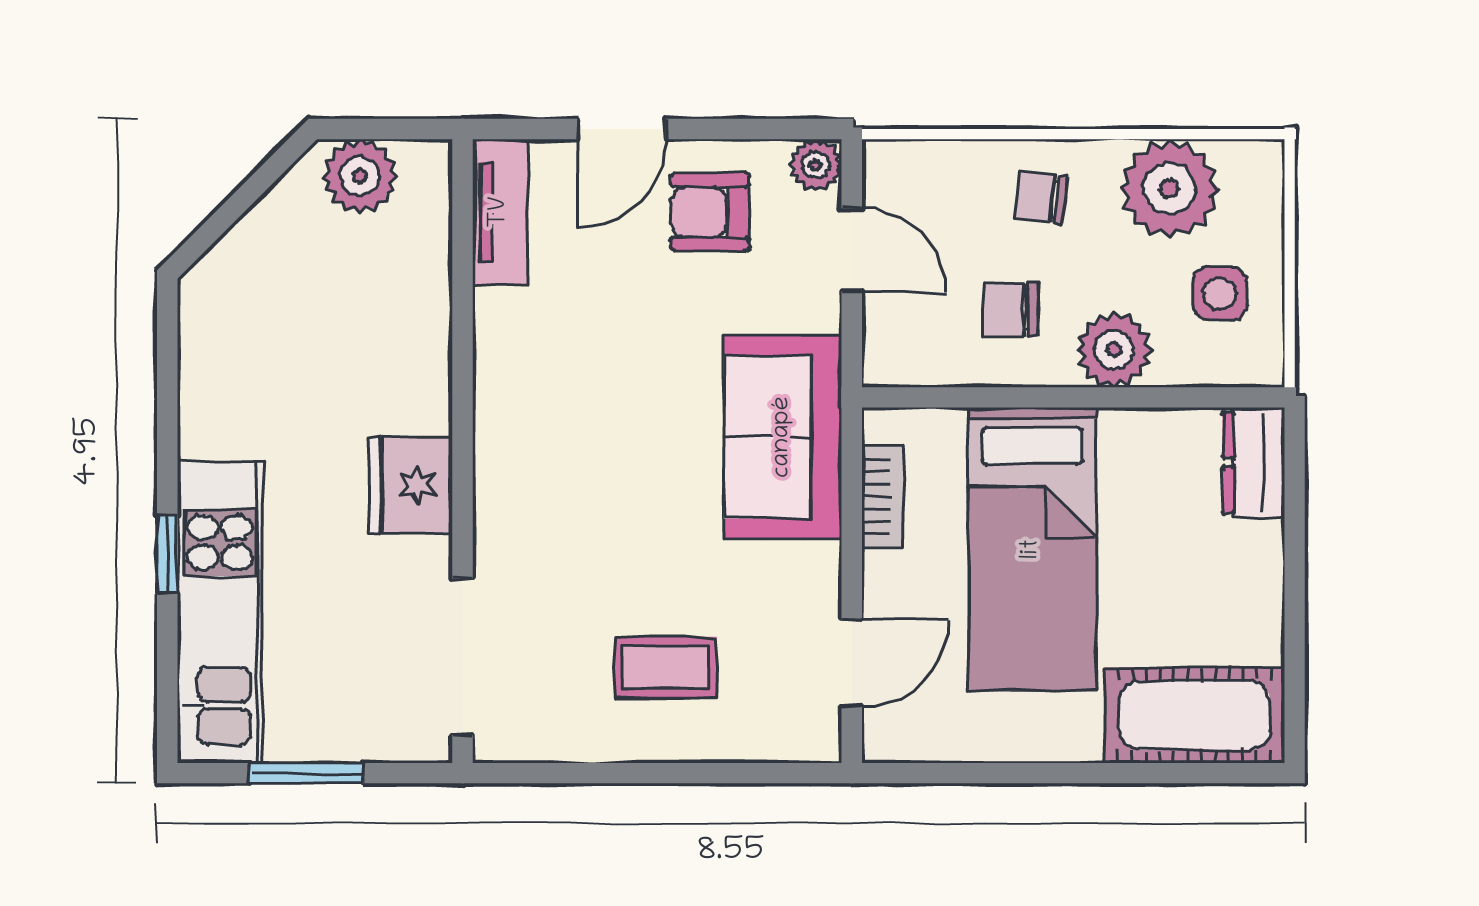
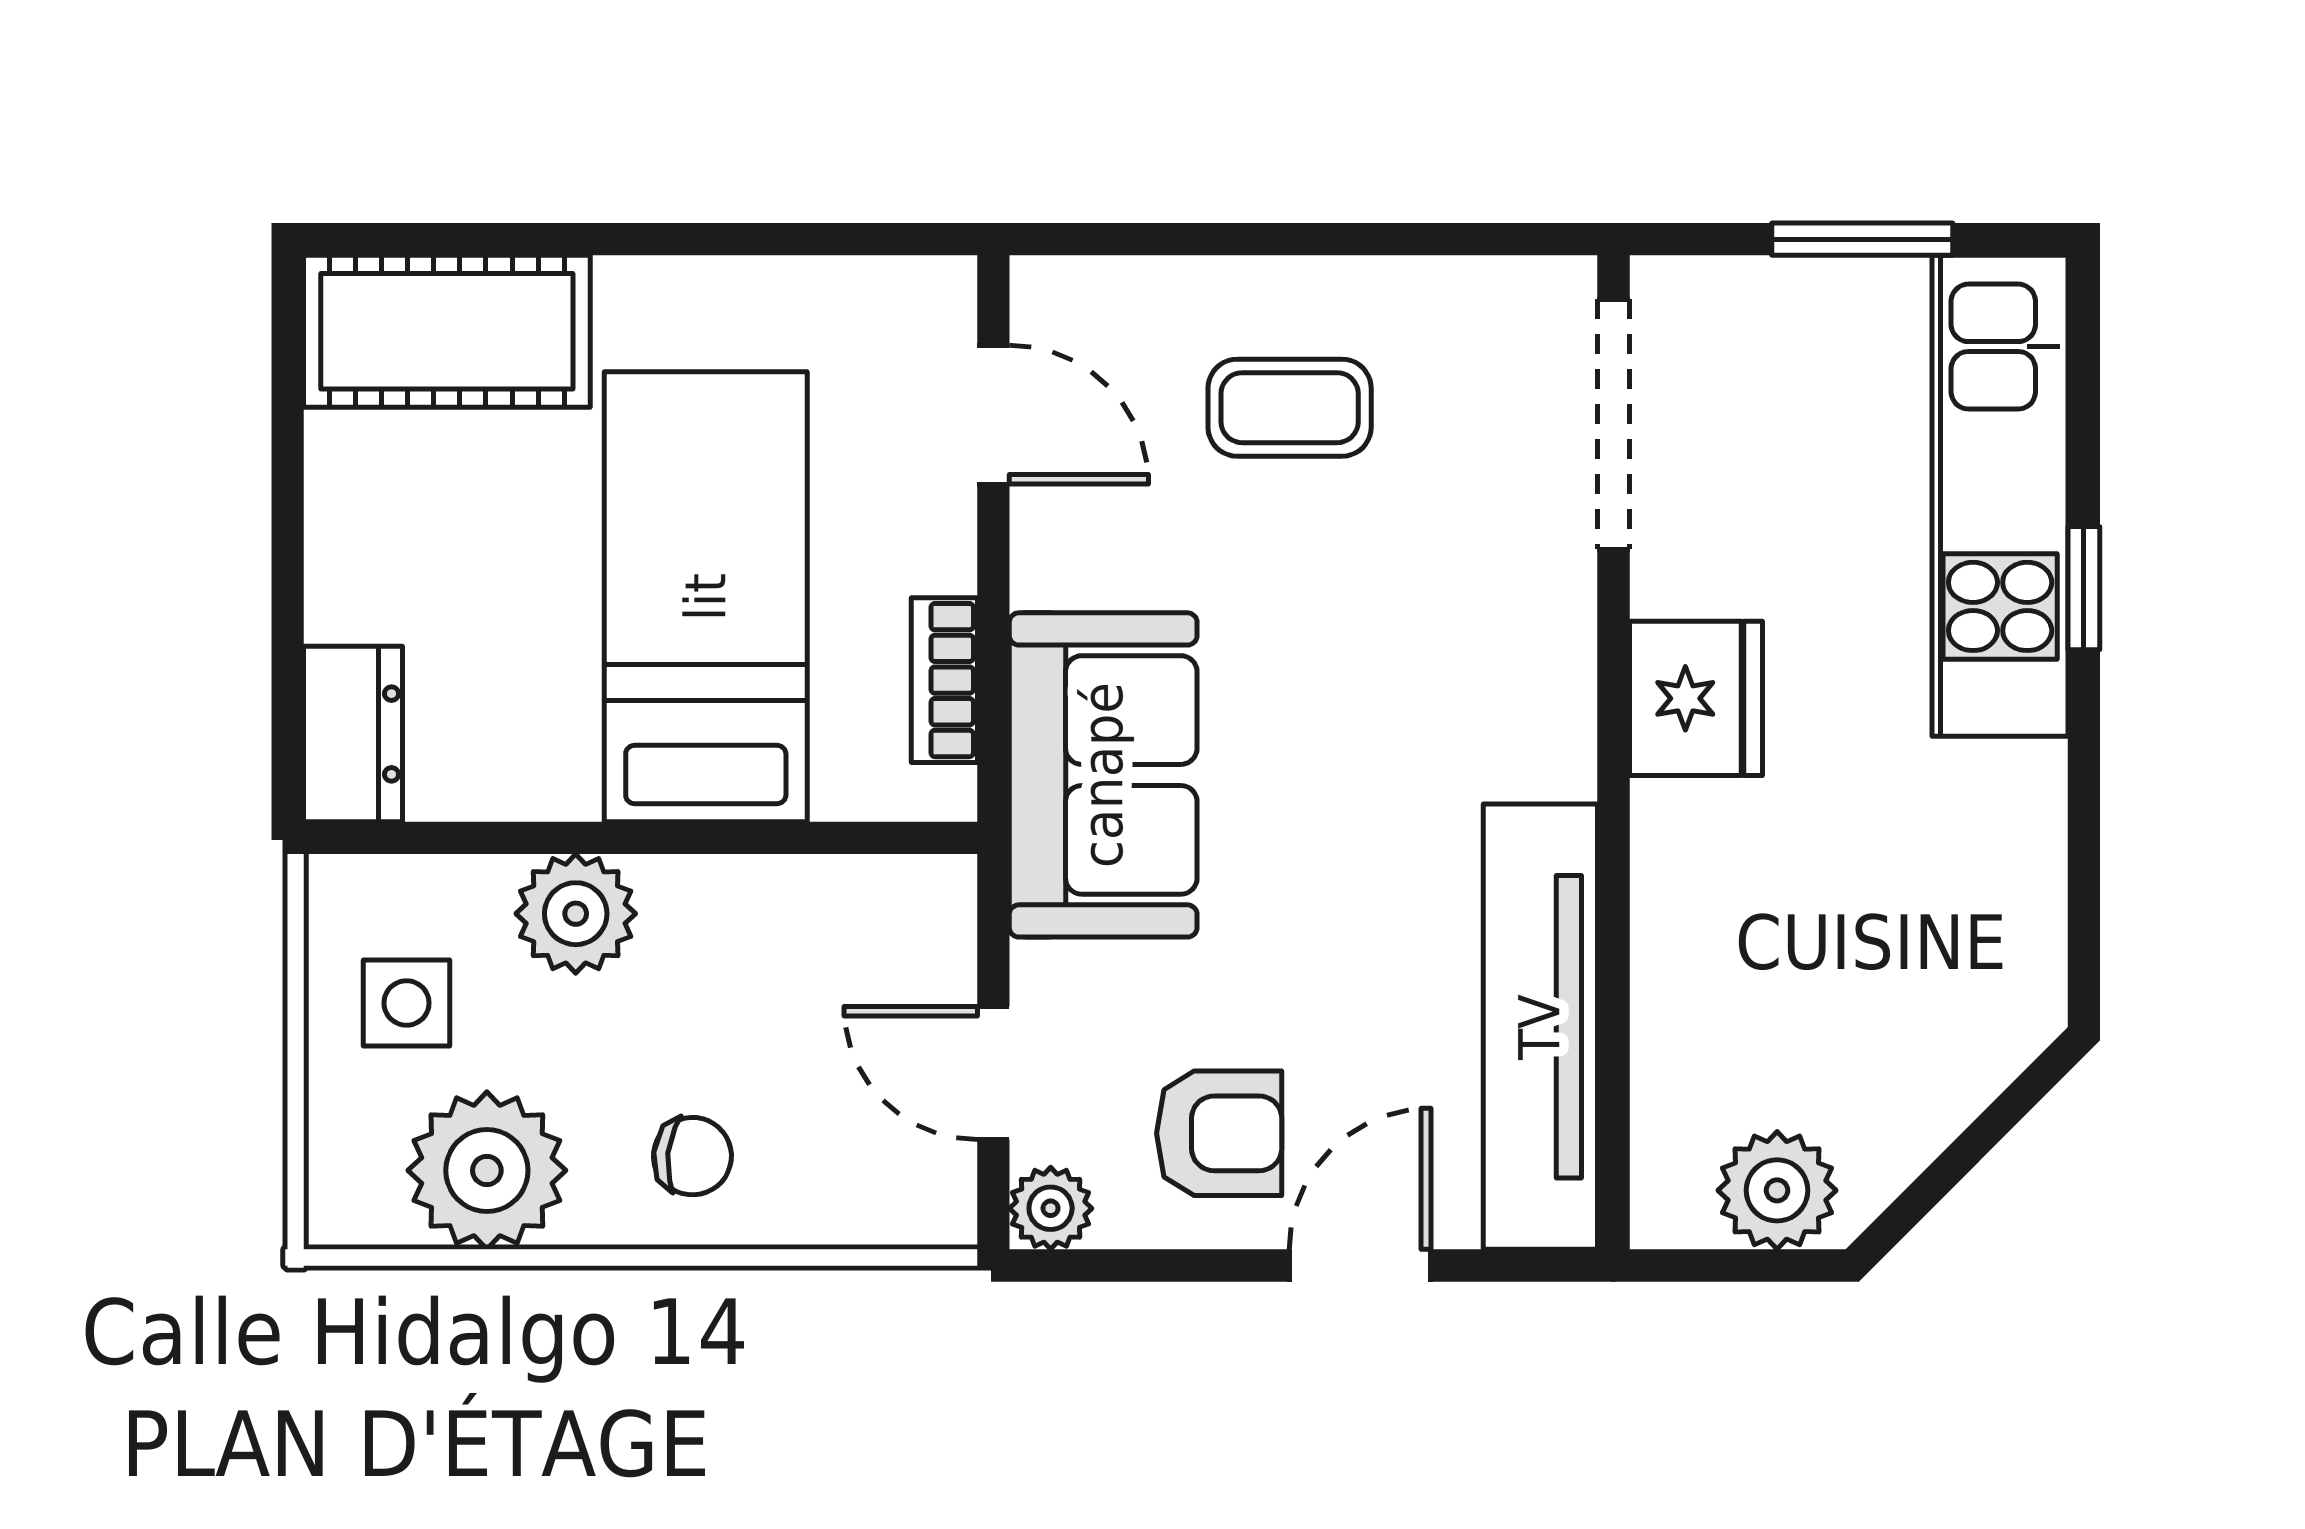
tv unit: (500, 212) -> (1540, 1027), width x1.92, depth x1.29
chair: (1010, 310) -> (741, 978), removed
door: (852, 663) -> (993, 415), swing flipped

